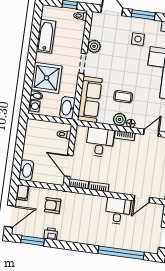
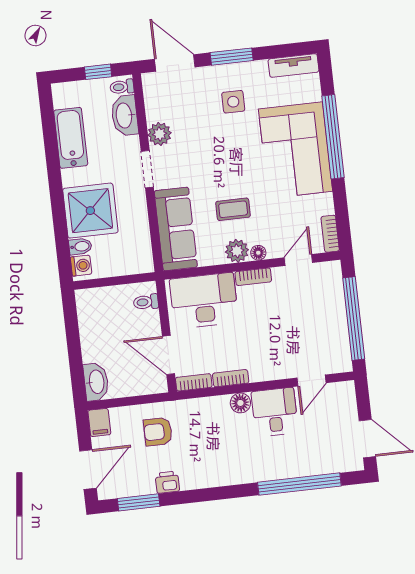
washbasin: (67, 108) -> (125, 115), moved
desk: (100, 142) -> (204, 301), width x1.37
floor lamp: (101, 201) -> (240, 403), added

